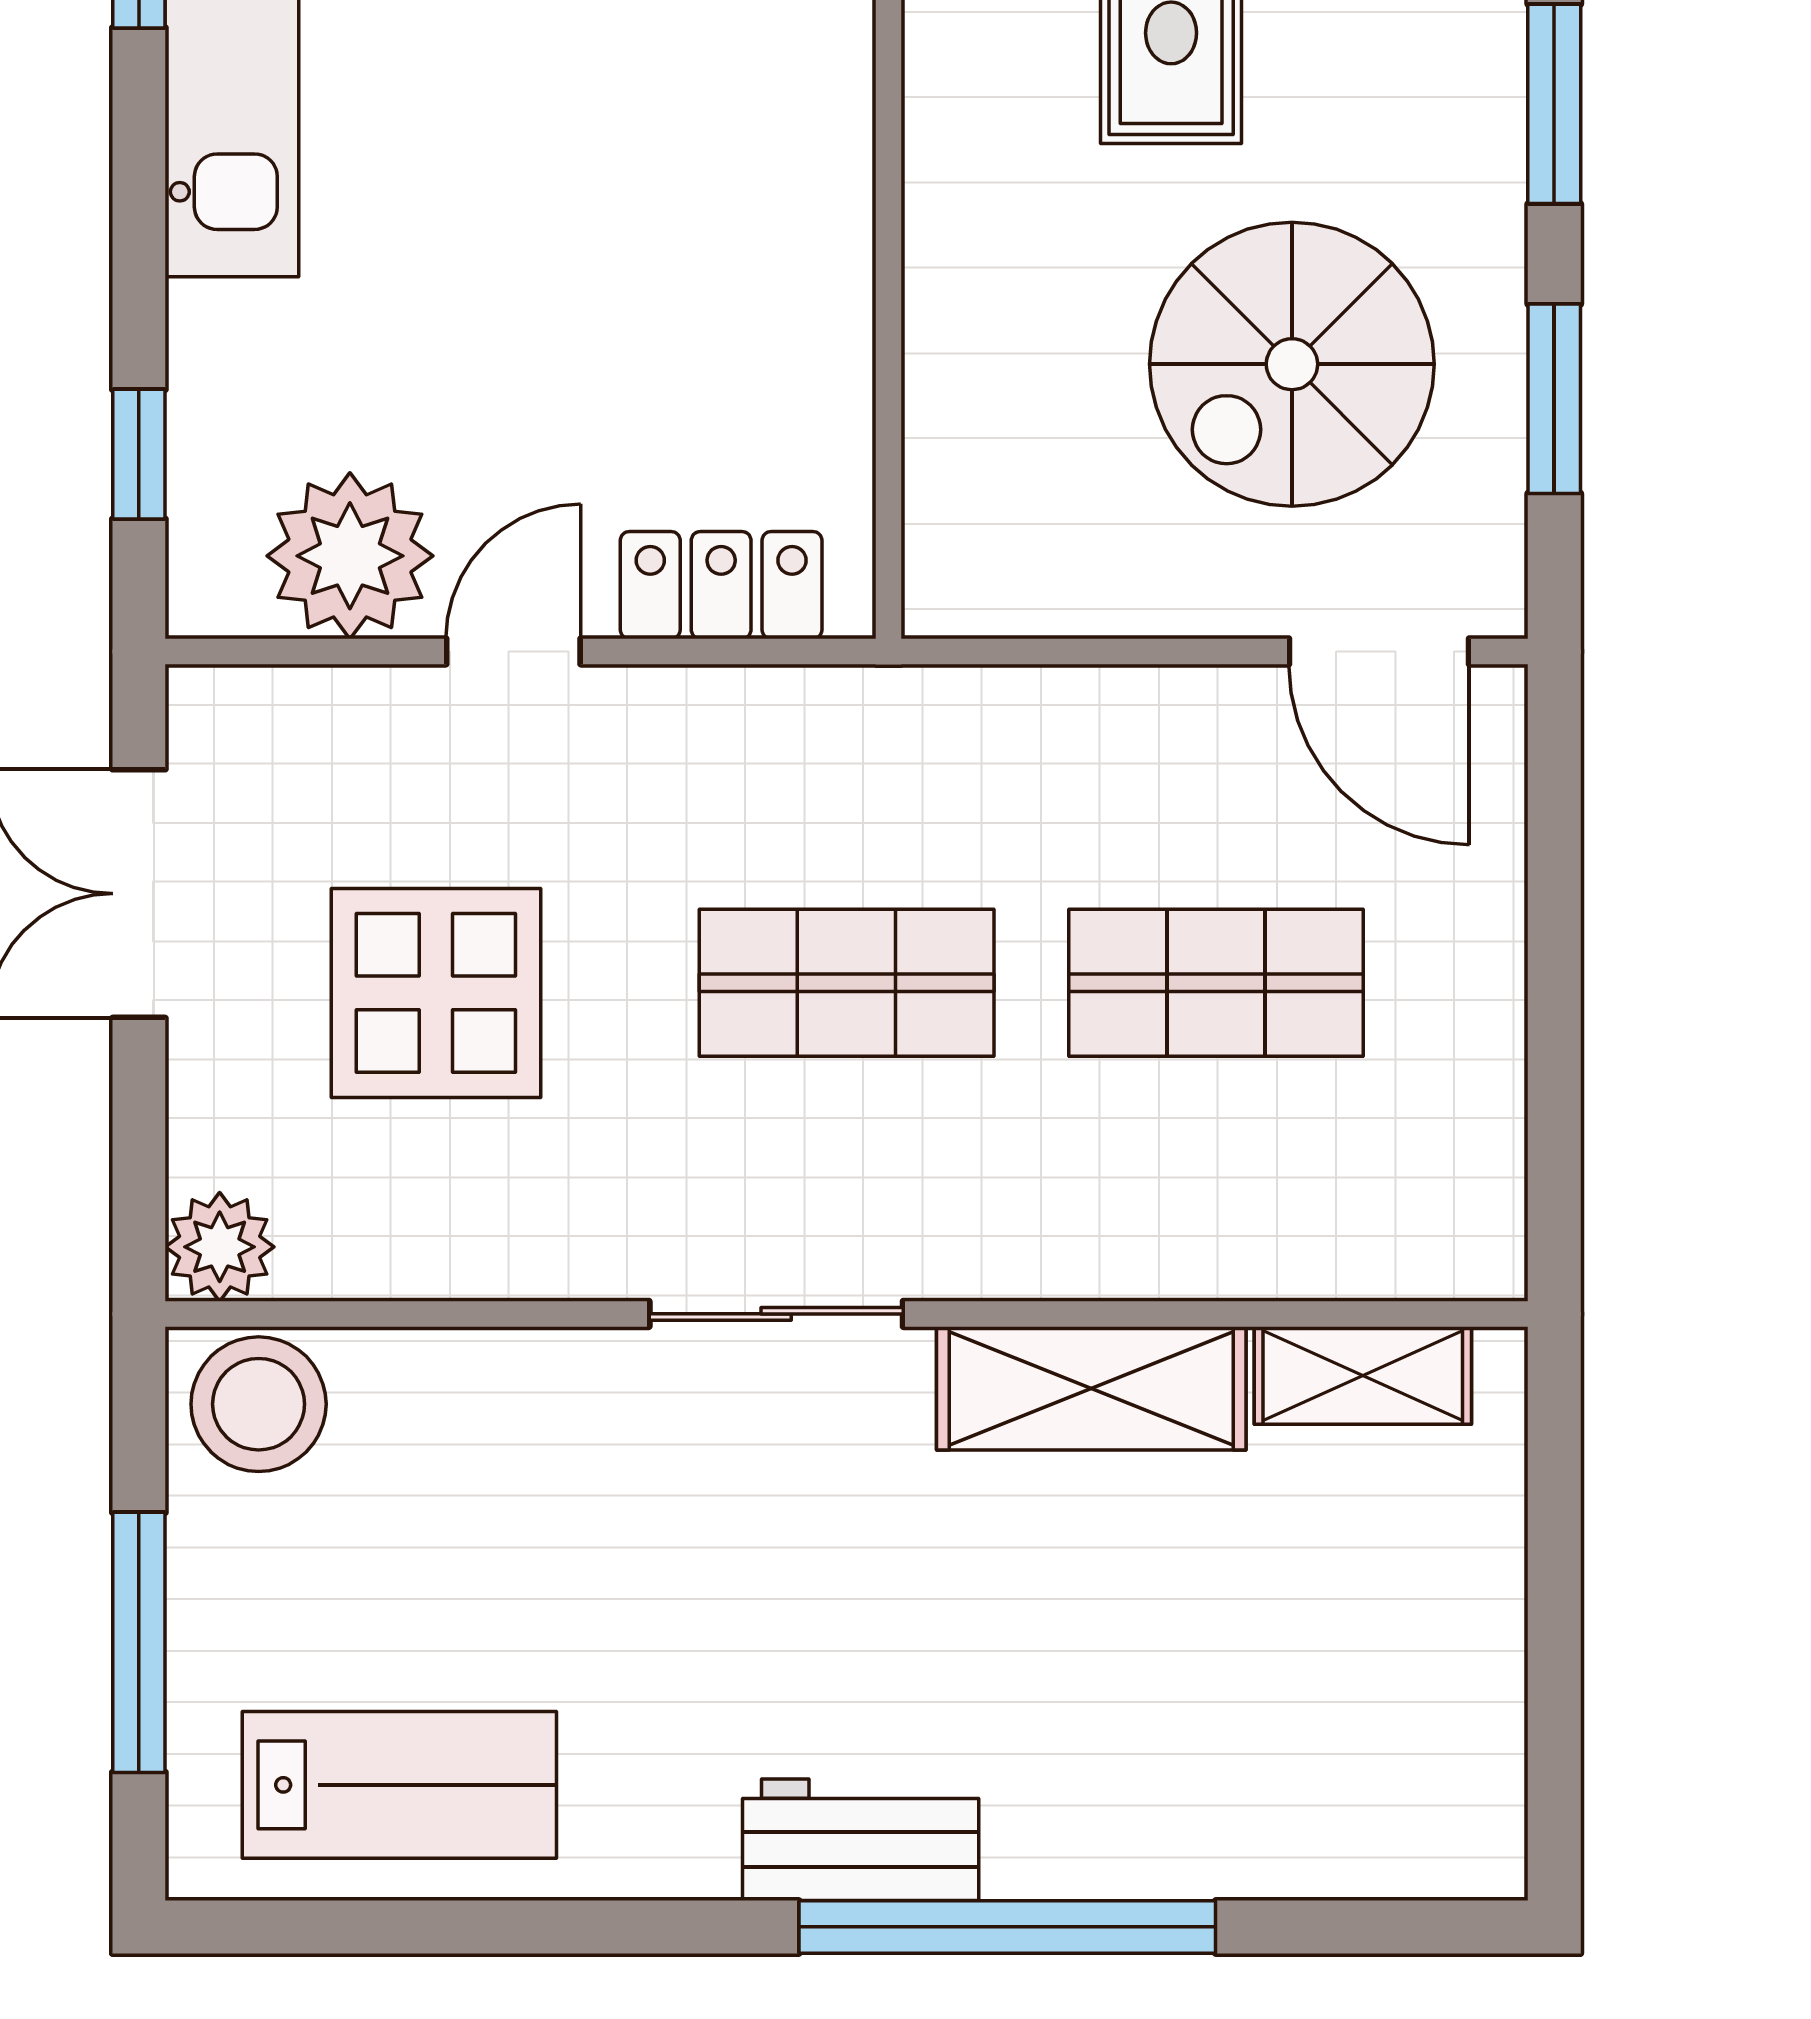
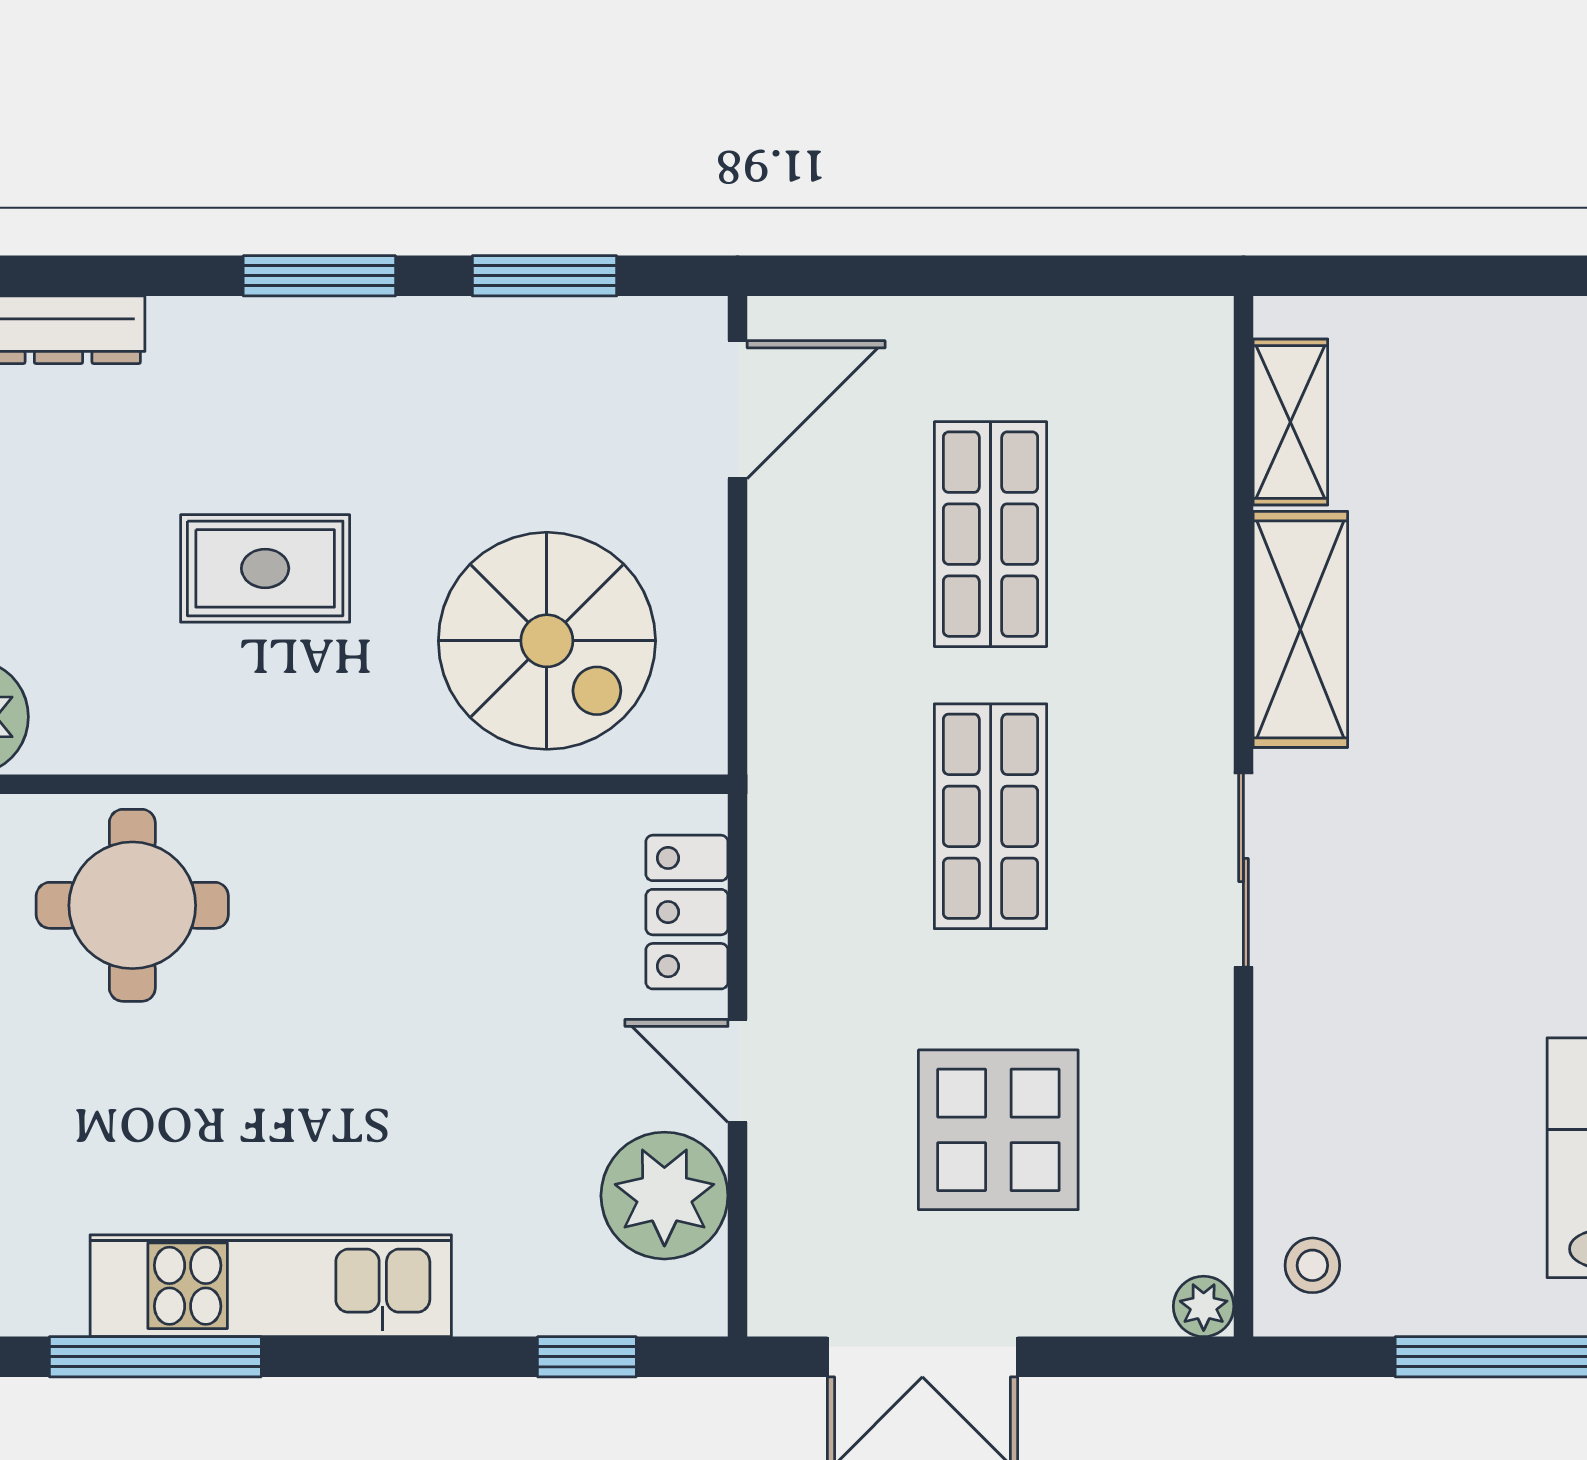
spiral stairs: (1292, 364) -> (547, 641), moved
plant: (220, 1247) -> (1204, 1306), width x0.73, depth x0.73
stool: (259, 1404) -> (1312, 1265), width x0.53, depth x0.53

